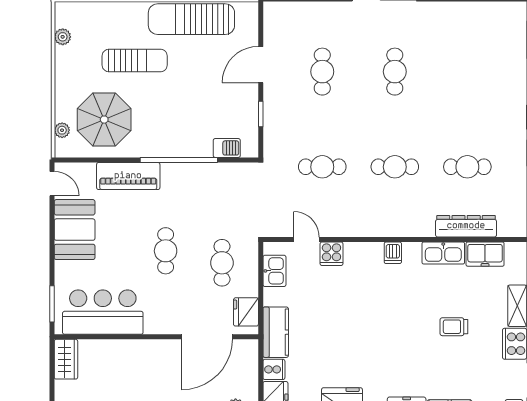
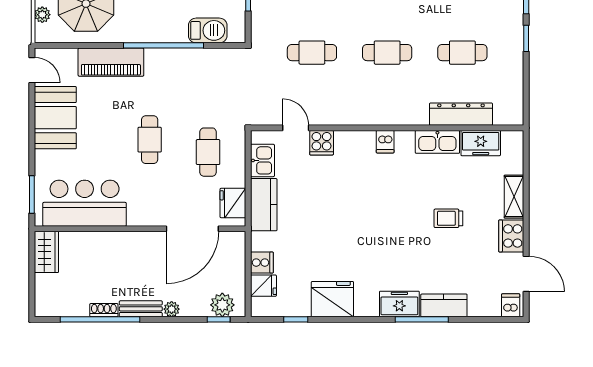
barbecue: (227, 148) -> (208, 30), width x1.38, depth x1.27
kitchen counter: (276, 332) -> (264, 205), moved

